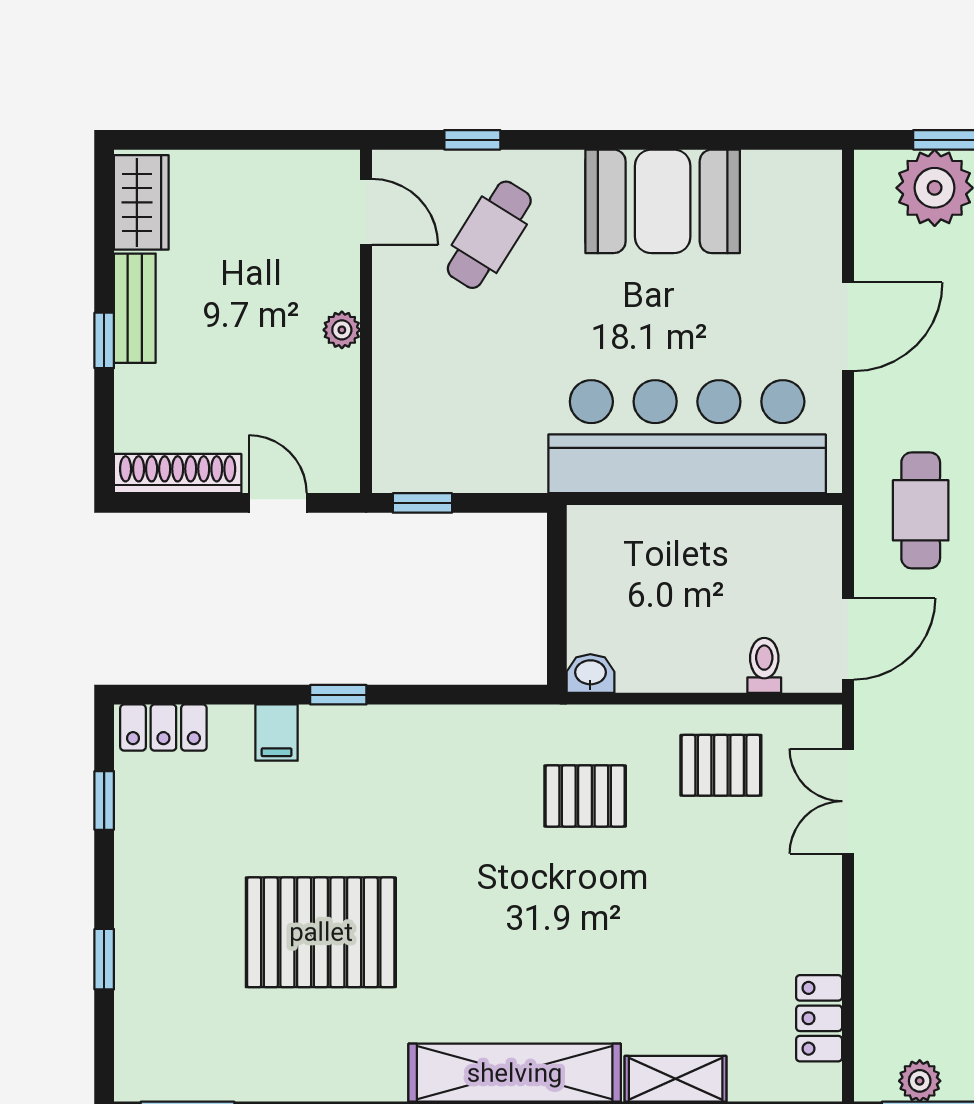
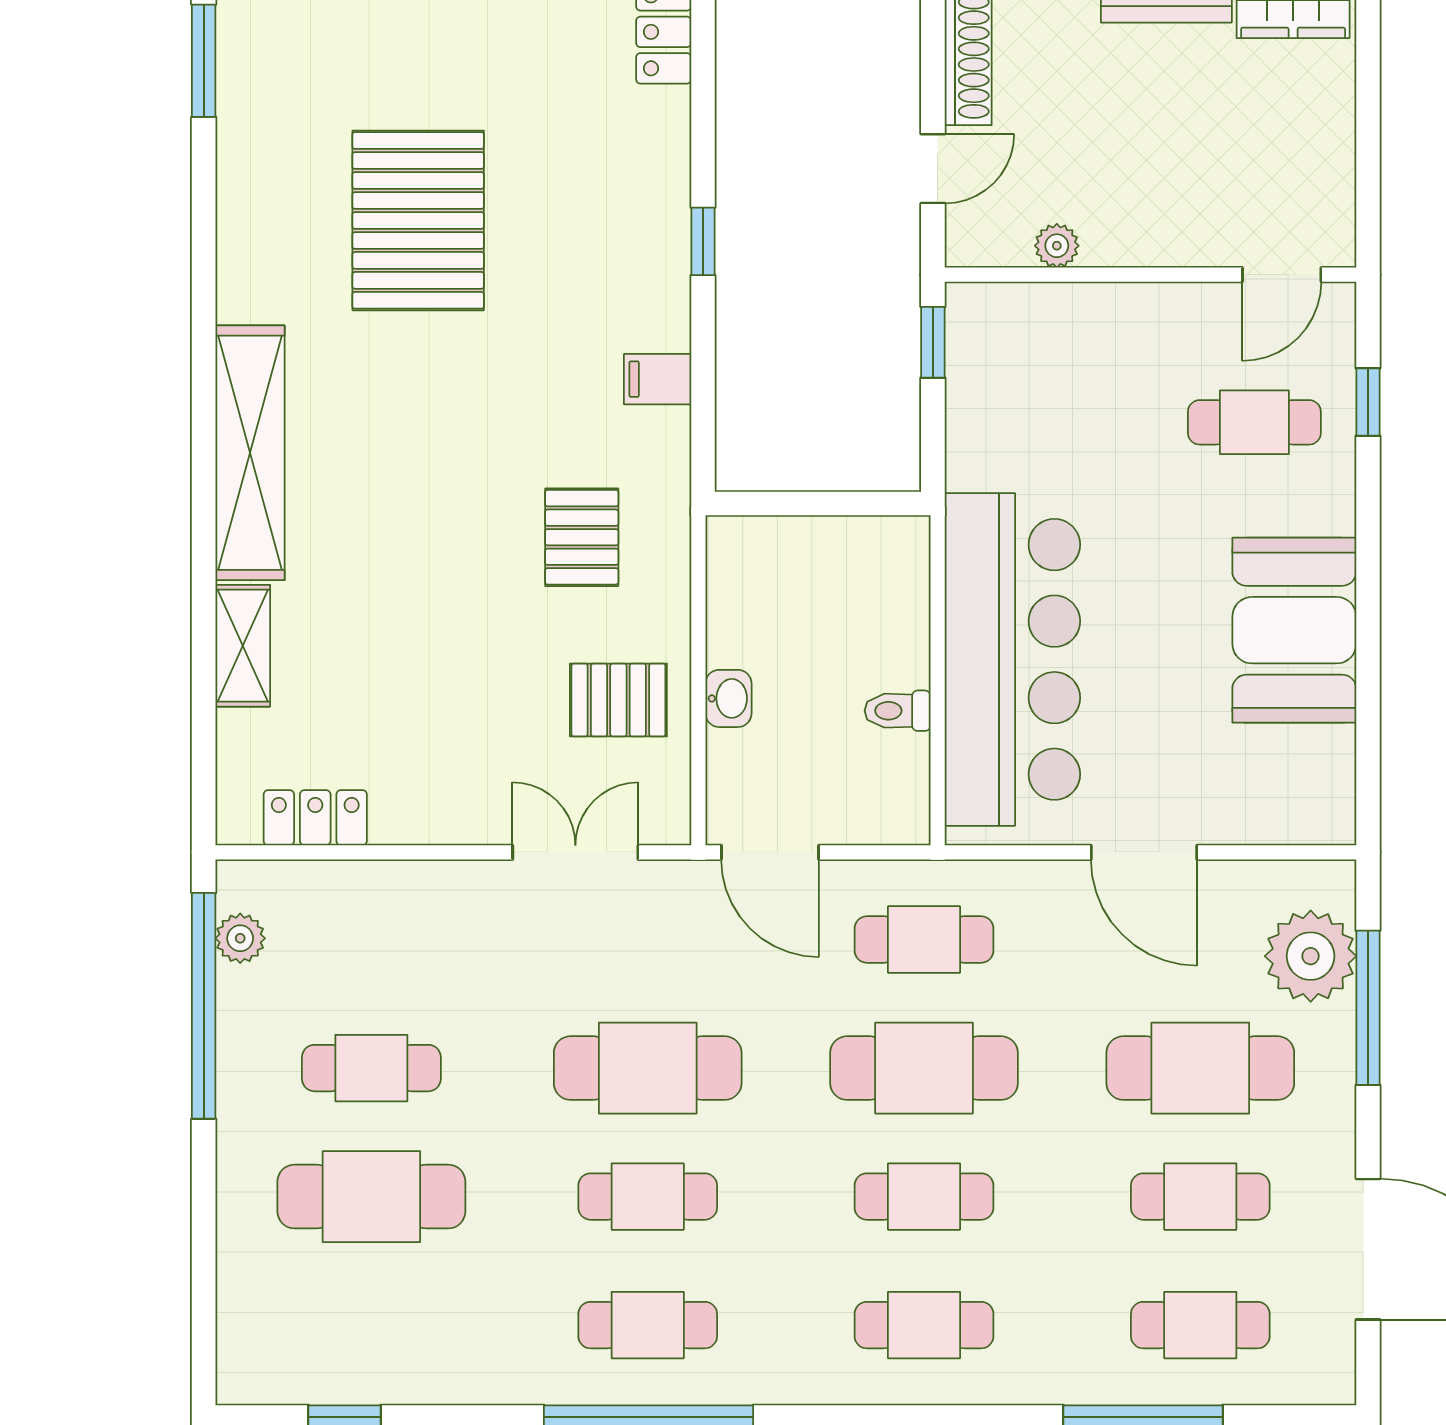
cafe table: (489, 235) -> (1254, 422), turned -32
plant: (342, 330) -> (1057, 246), moved
toilet: (764, 665) -> (898, 711), moved, turned 180
washbasin: (590, 673) -> (728, 698), moved
filing cabinet: (277, 733) -> (658, 379), moved
pallet: (721, 765) -> (618, 700), turned 90

